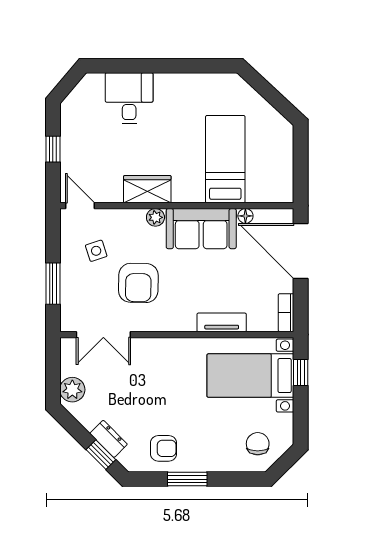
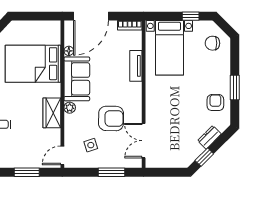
window: (53, 149) -> (27, 172), width x1.50
bed: (225, 159) -> (33, 64), width x1.50
double door: (103, 335) -> (144, 141), swing flipped
window: (301, 372) -> (191, 16), moved
plant: (72, 390) -> (178, 160), removed
window: (101, 455) -> (204, 157), moved

